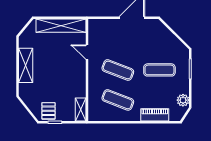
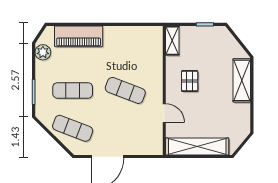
shelving: (26, 65) -> (242, 80), moved
exercise mat: (118, 100) -> (73, 128), moved
pallet: (48, 111) -> (190, 81), moved
piano: (155, 115) -> (79, 36), width x1.37, depth x1.33

